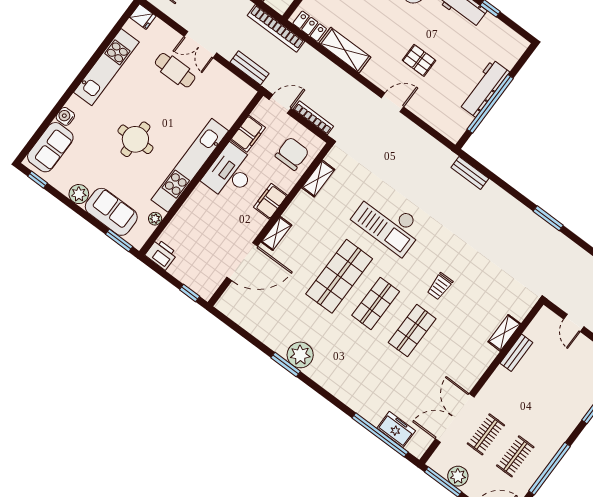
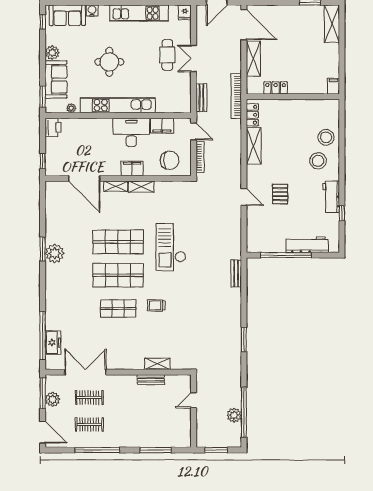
workbench: (484, 88) -> (307, 245), moved
shelving: (318, 179) -> (141, 187), moved
shop shelf: (376, 303) -> (118, 275), width x1.43, depth x1.36

